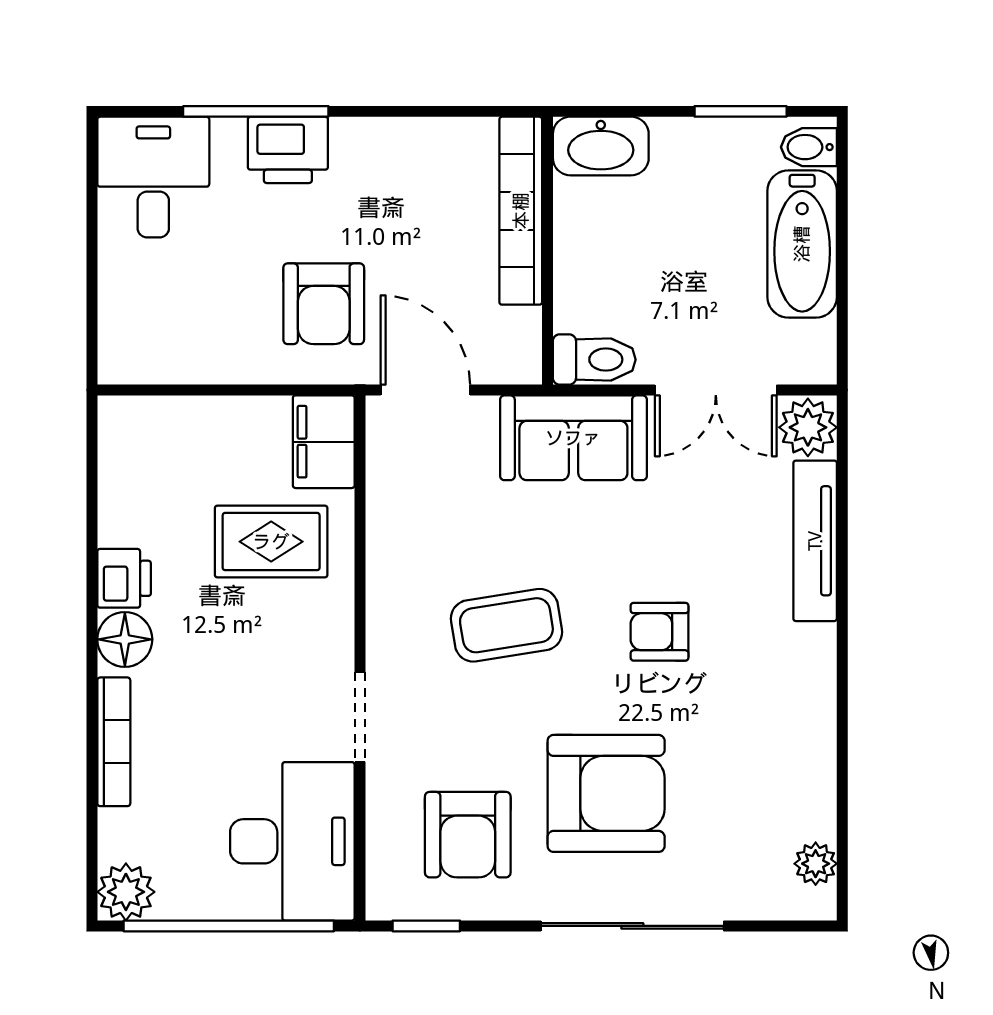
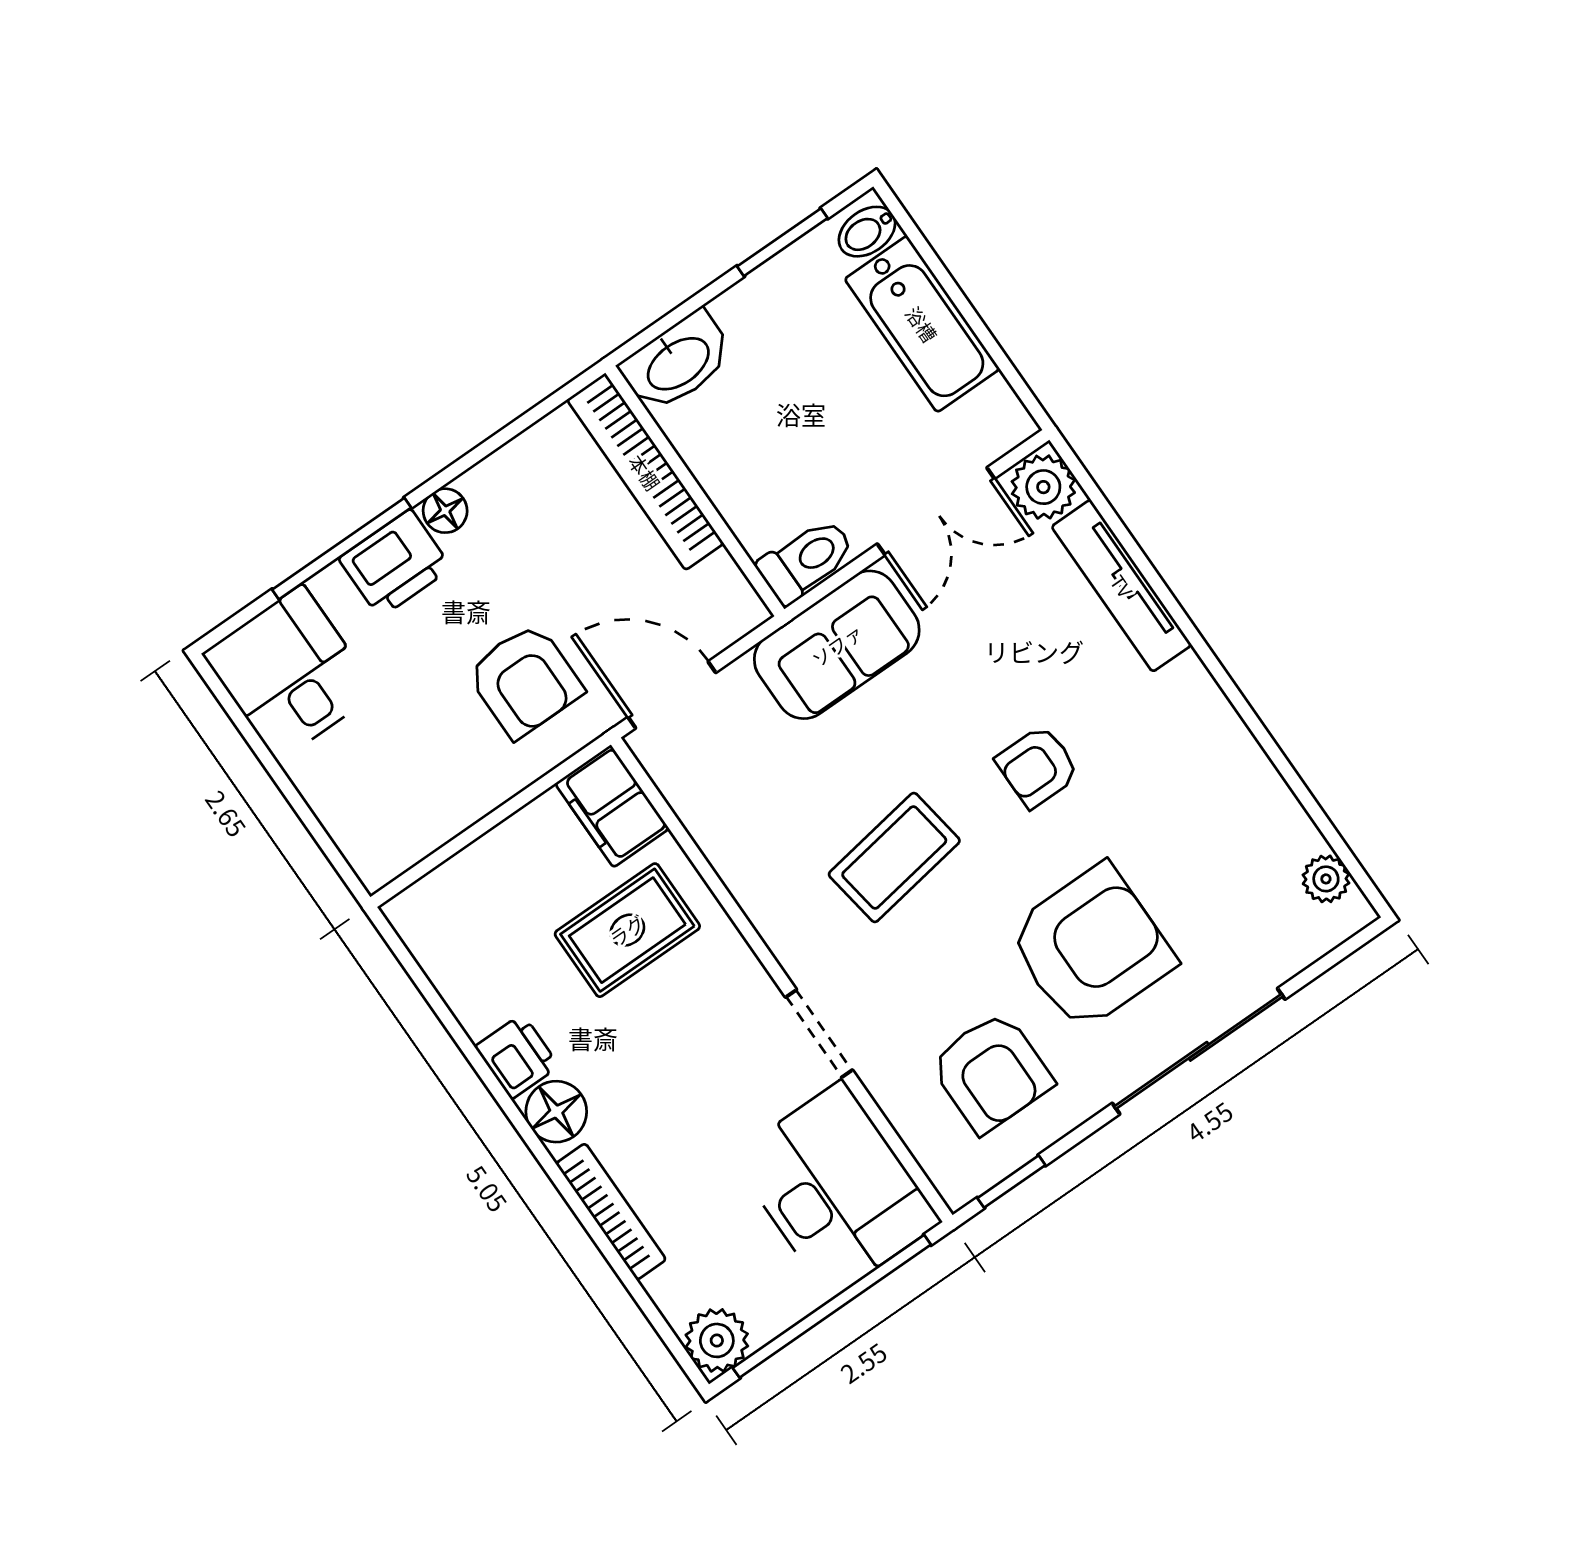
floor lamp: (352, 137) -> (445, 511), added

